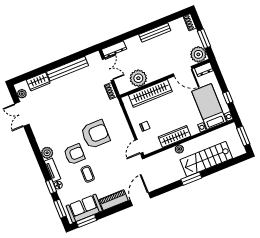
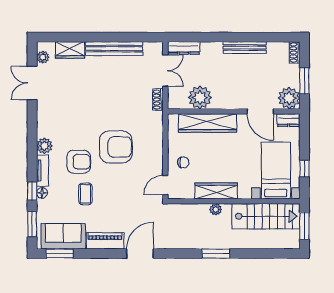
stairs: (206, 159) -> (266, 216), moved, turned 180

